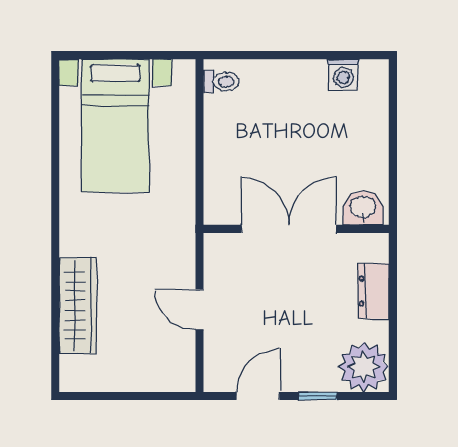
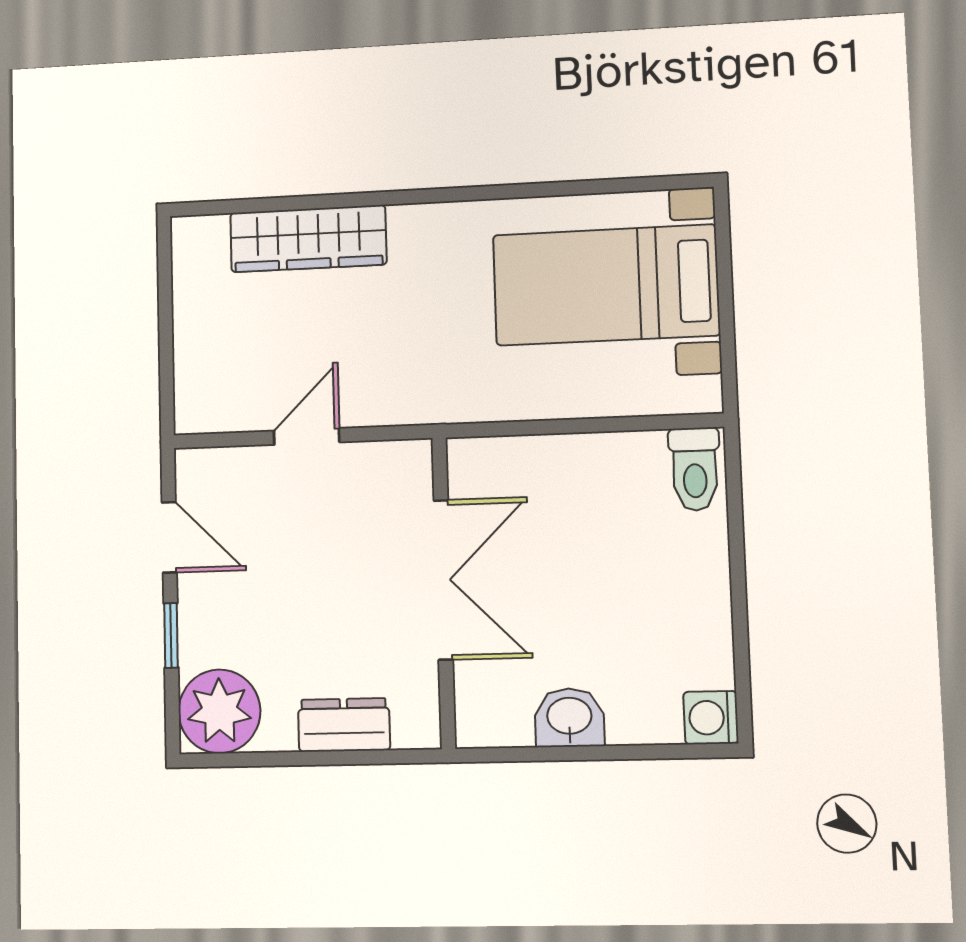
washing machine: (343, 74) -> (711, 718), moved
toilet: (221, 82) -> (695, 469), width x1.37, depth x1.39
washbasin: (363, 208) -> (569, 717), moved, turned -90

